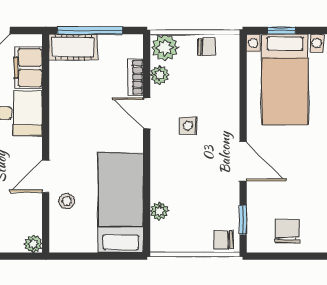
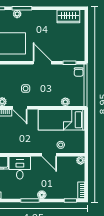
door: (147, 113) -> (20, 108), hinge flipped
door: (243, 161) -> (42, 63), hinge flipped
chair: (287, 231) -> (75, 42), removed

